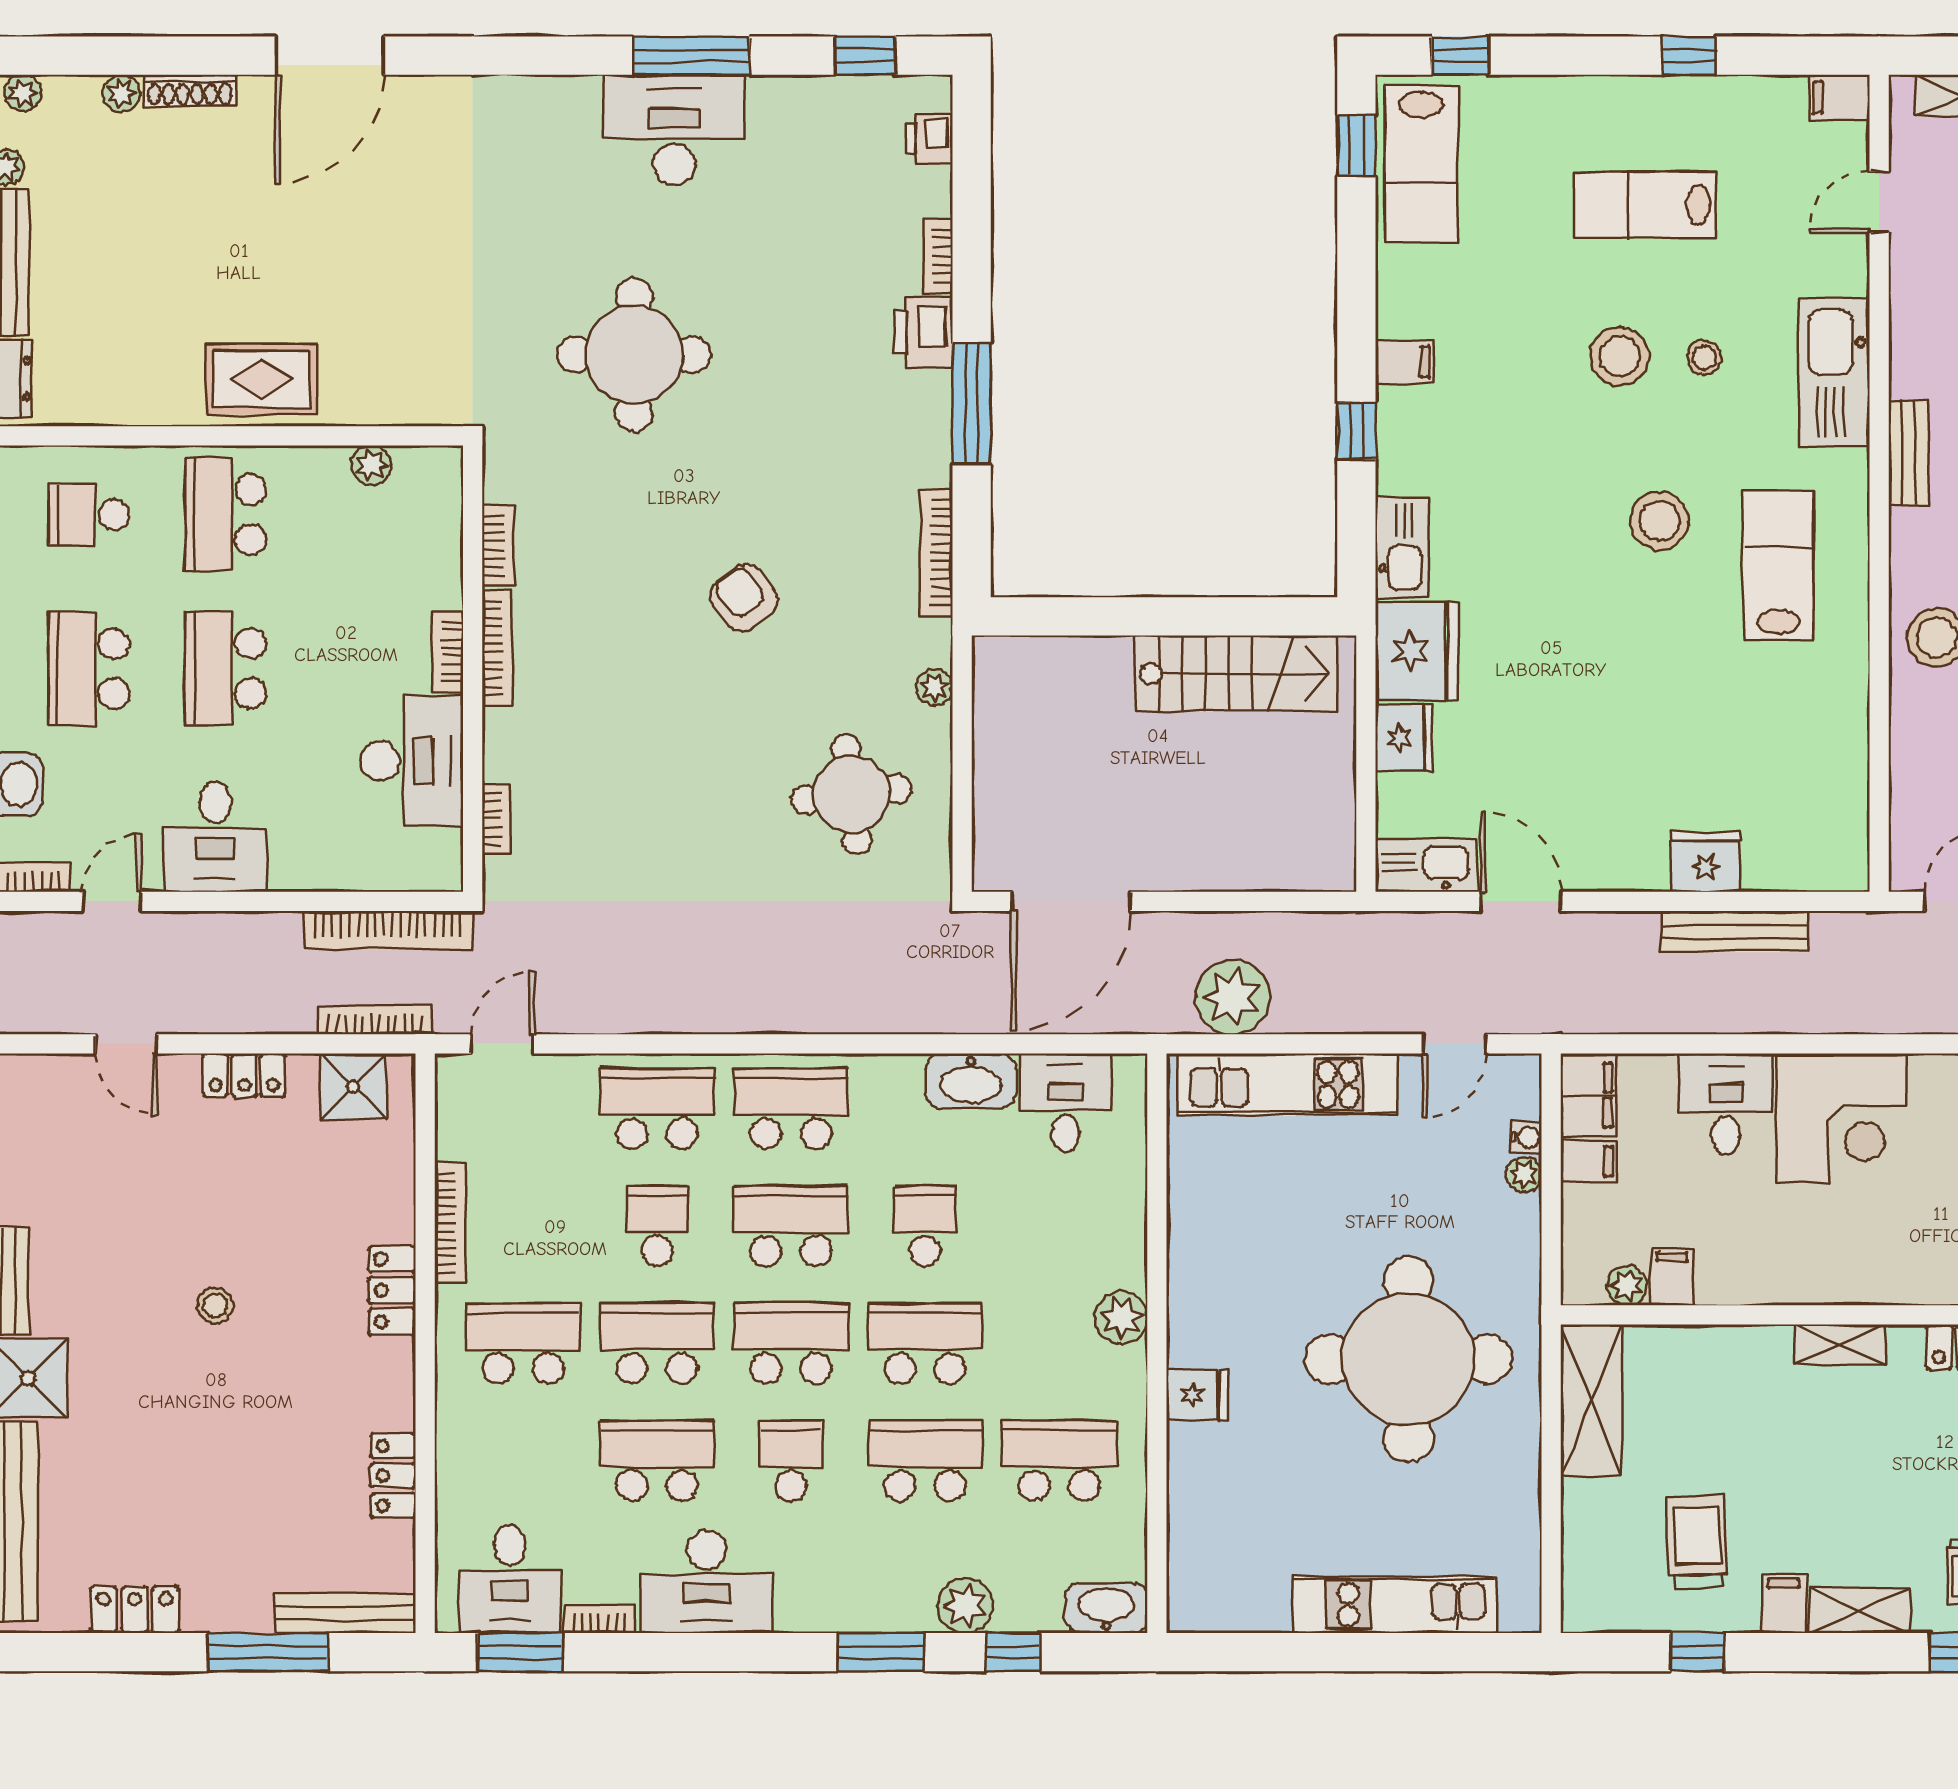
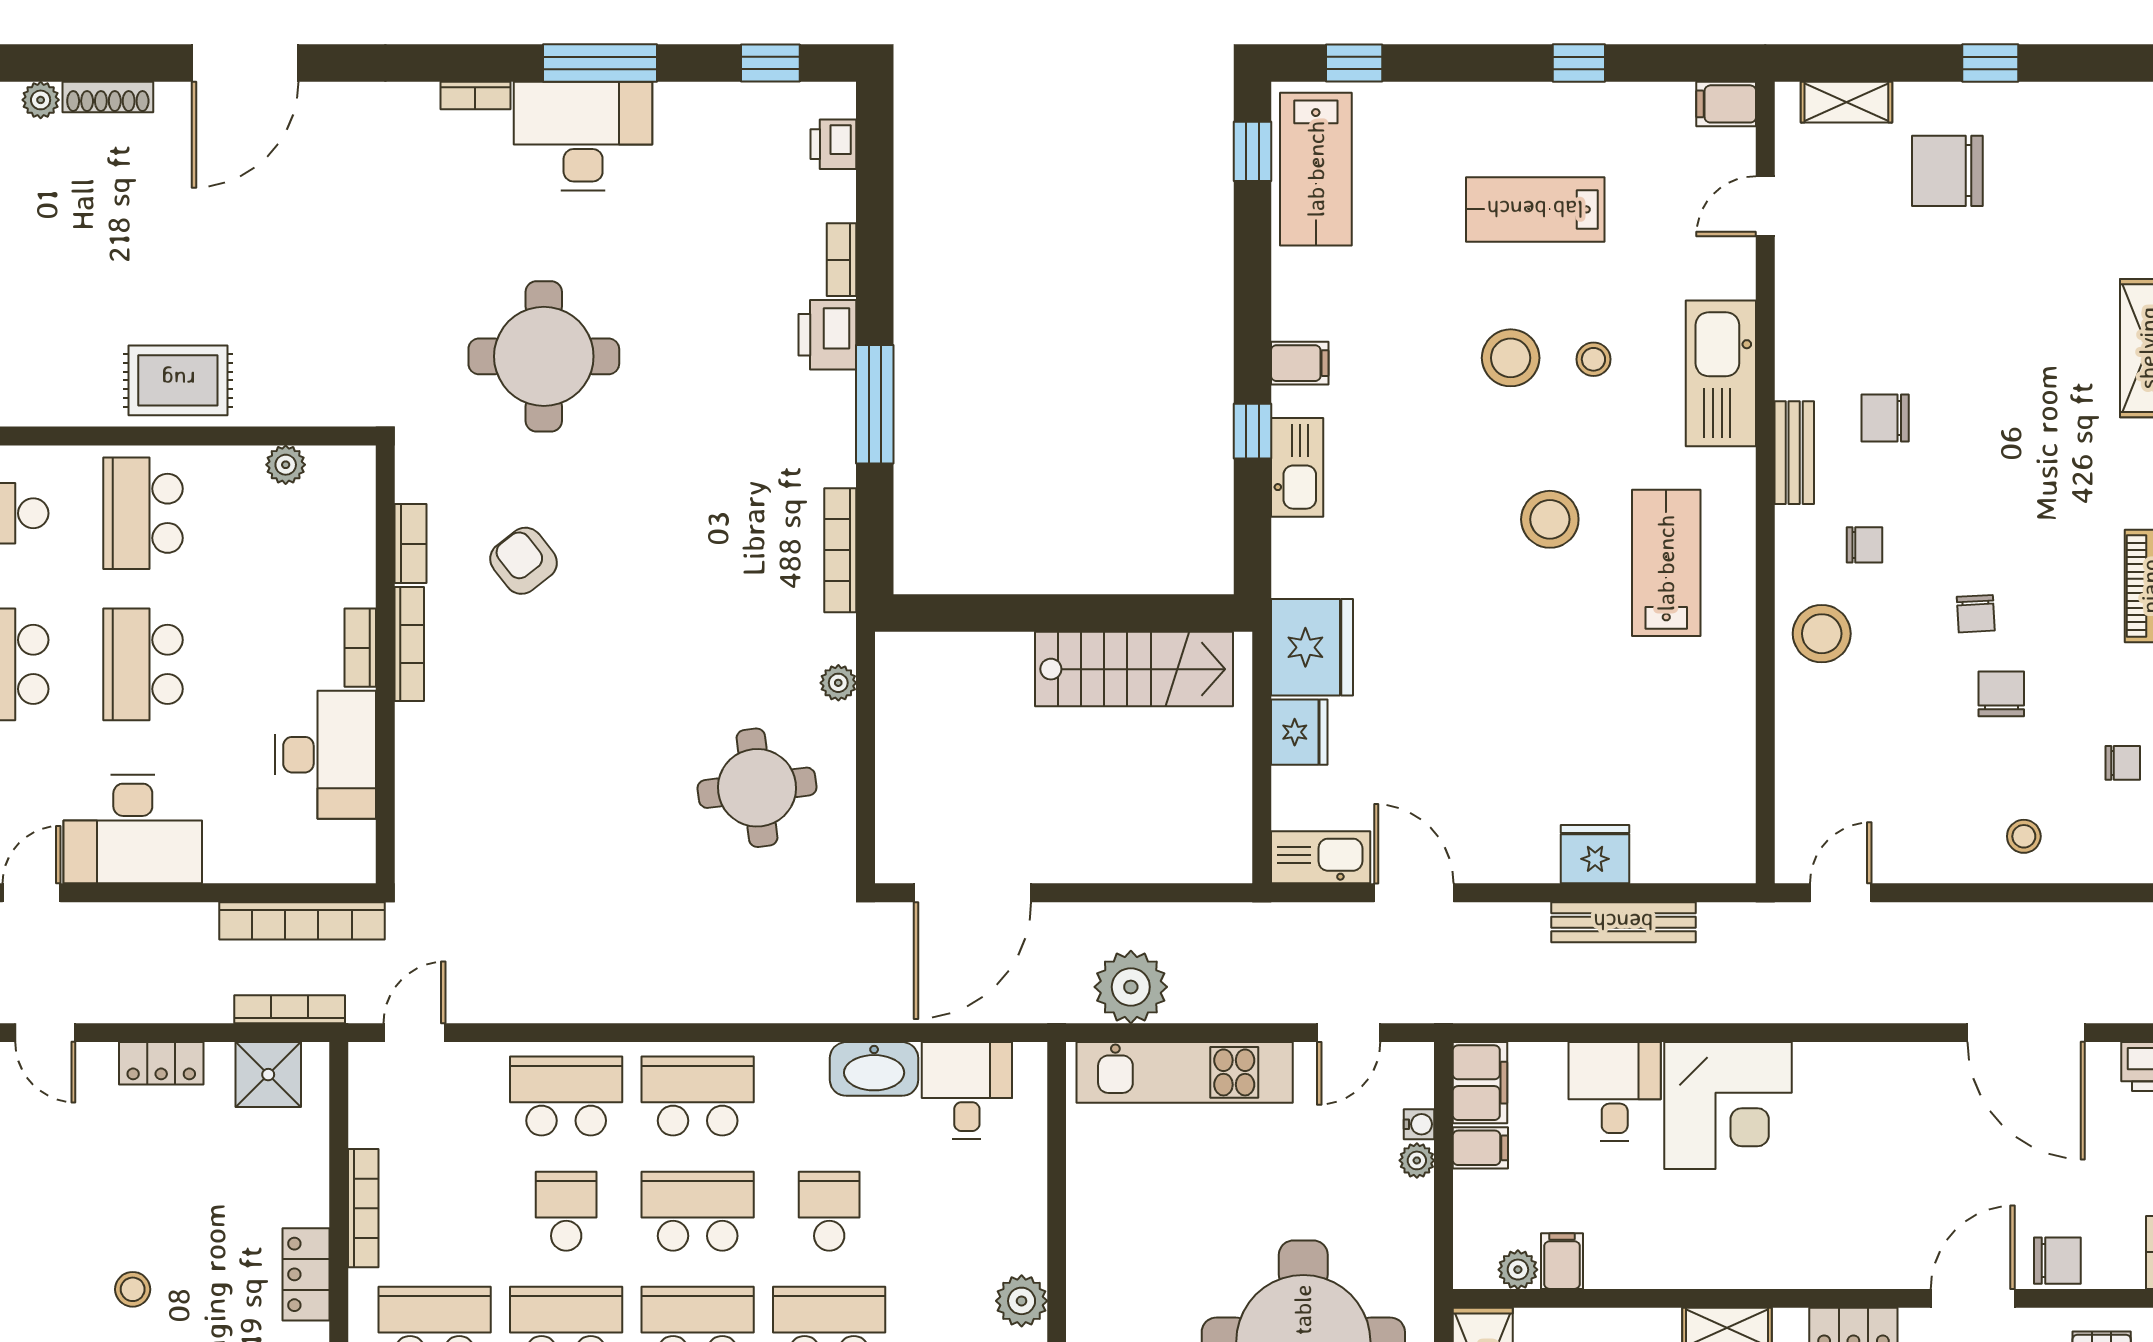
kitchen sink: (1402, 548) -> (1297, 467), moved
armchair: (744, 598) -> (524, 561), moved
bookcase: (496, 819) -> (475, 96), moved, turned 90
desk: (215, 837) -> (133, 829), width x1.37

